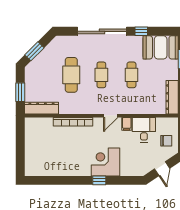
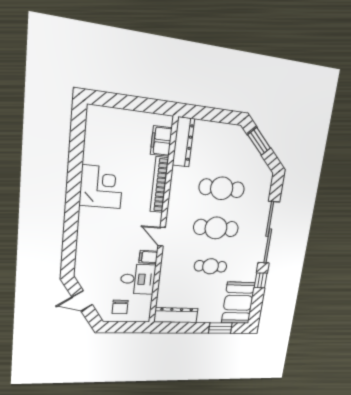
cafe table: (101, 75) -> (216, 228), width x1.37, depth x1.35
window: (20, 92) -> (209, 114), removed
filing cabinet: (43, 124) -> (161, 141), added
corner desk: (105, 162) -> (101, 187), moved
window: (99, 180) -> (72, 215), removed

